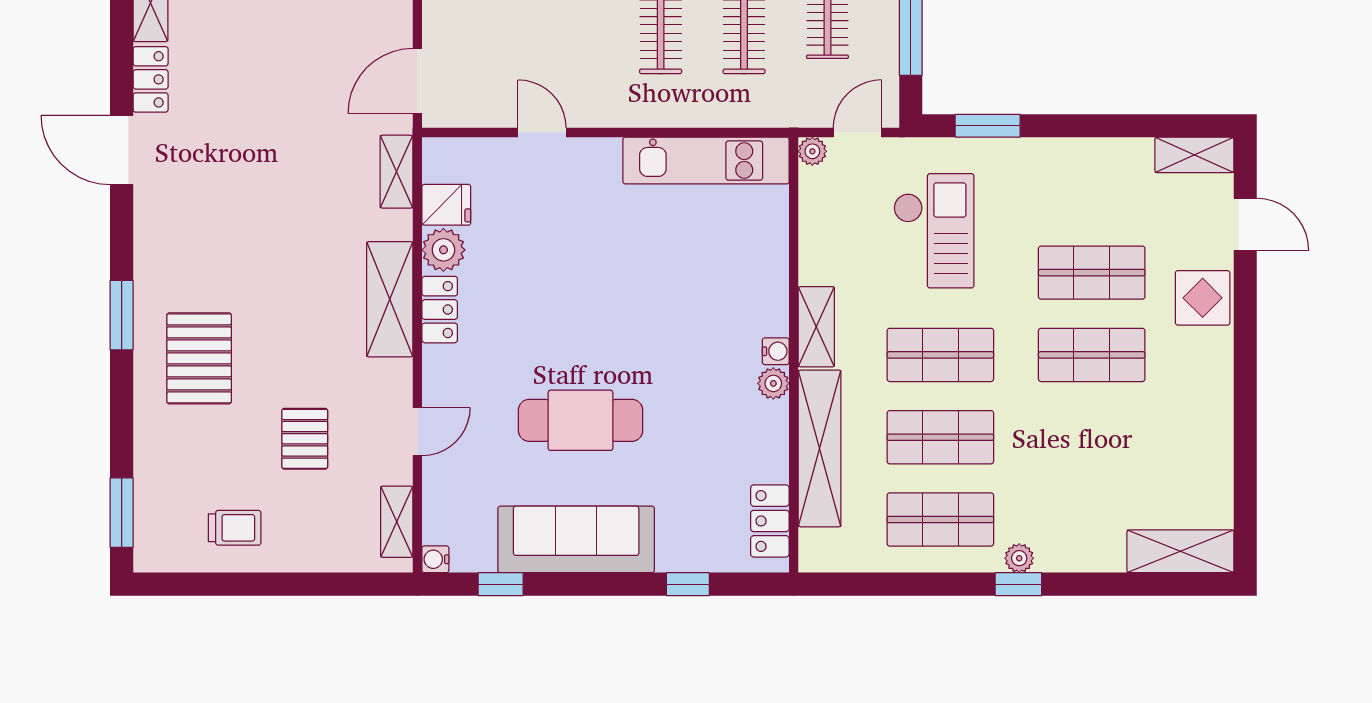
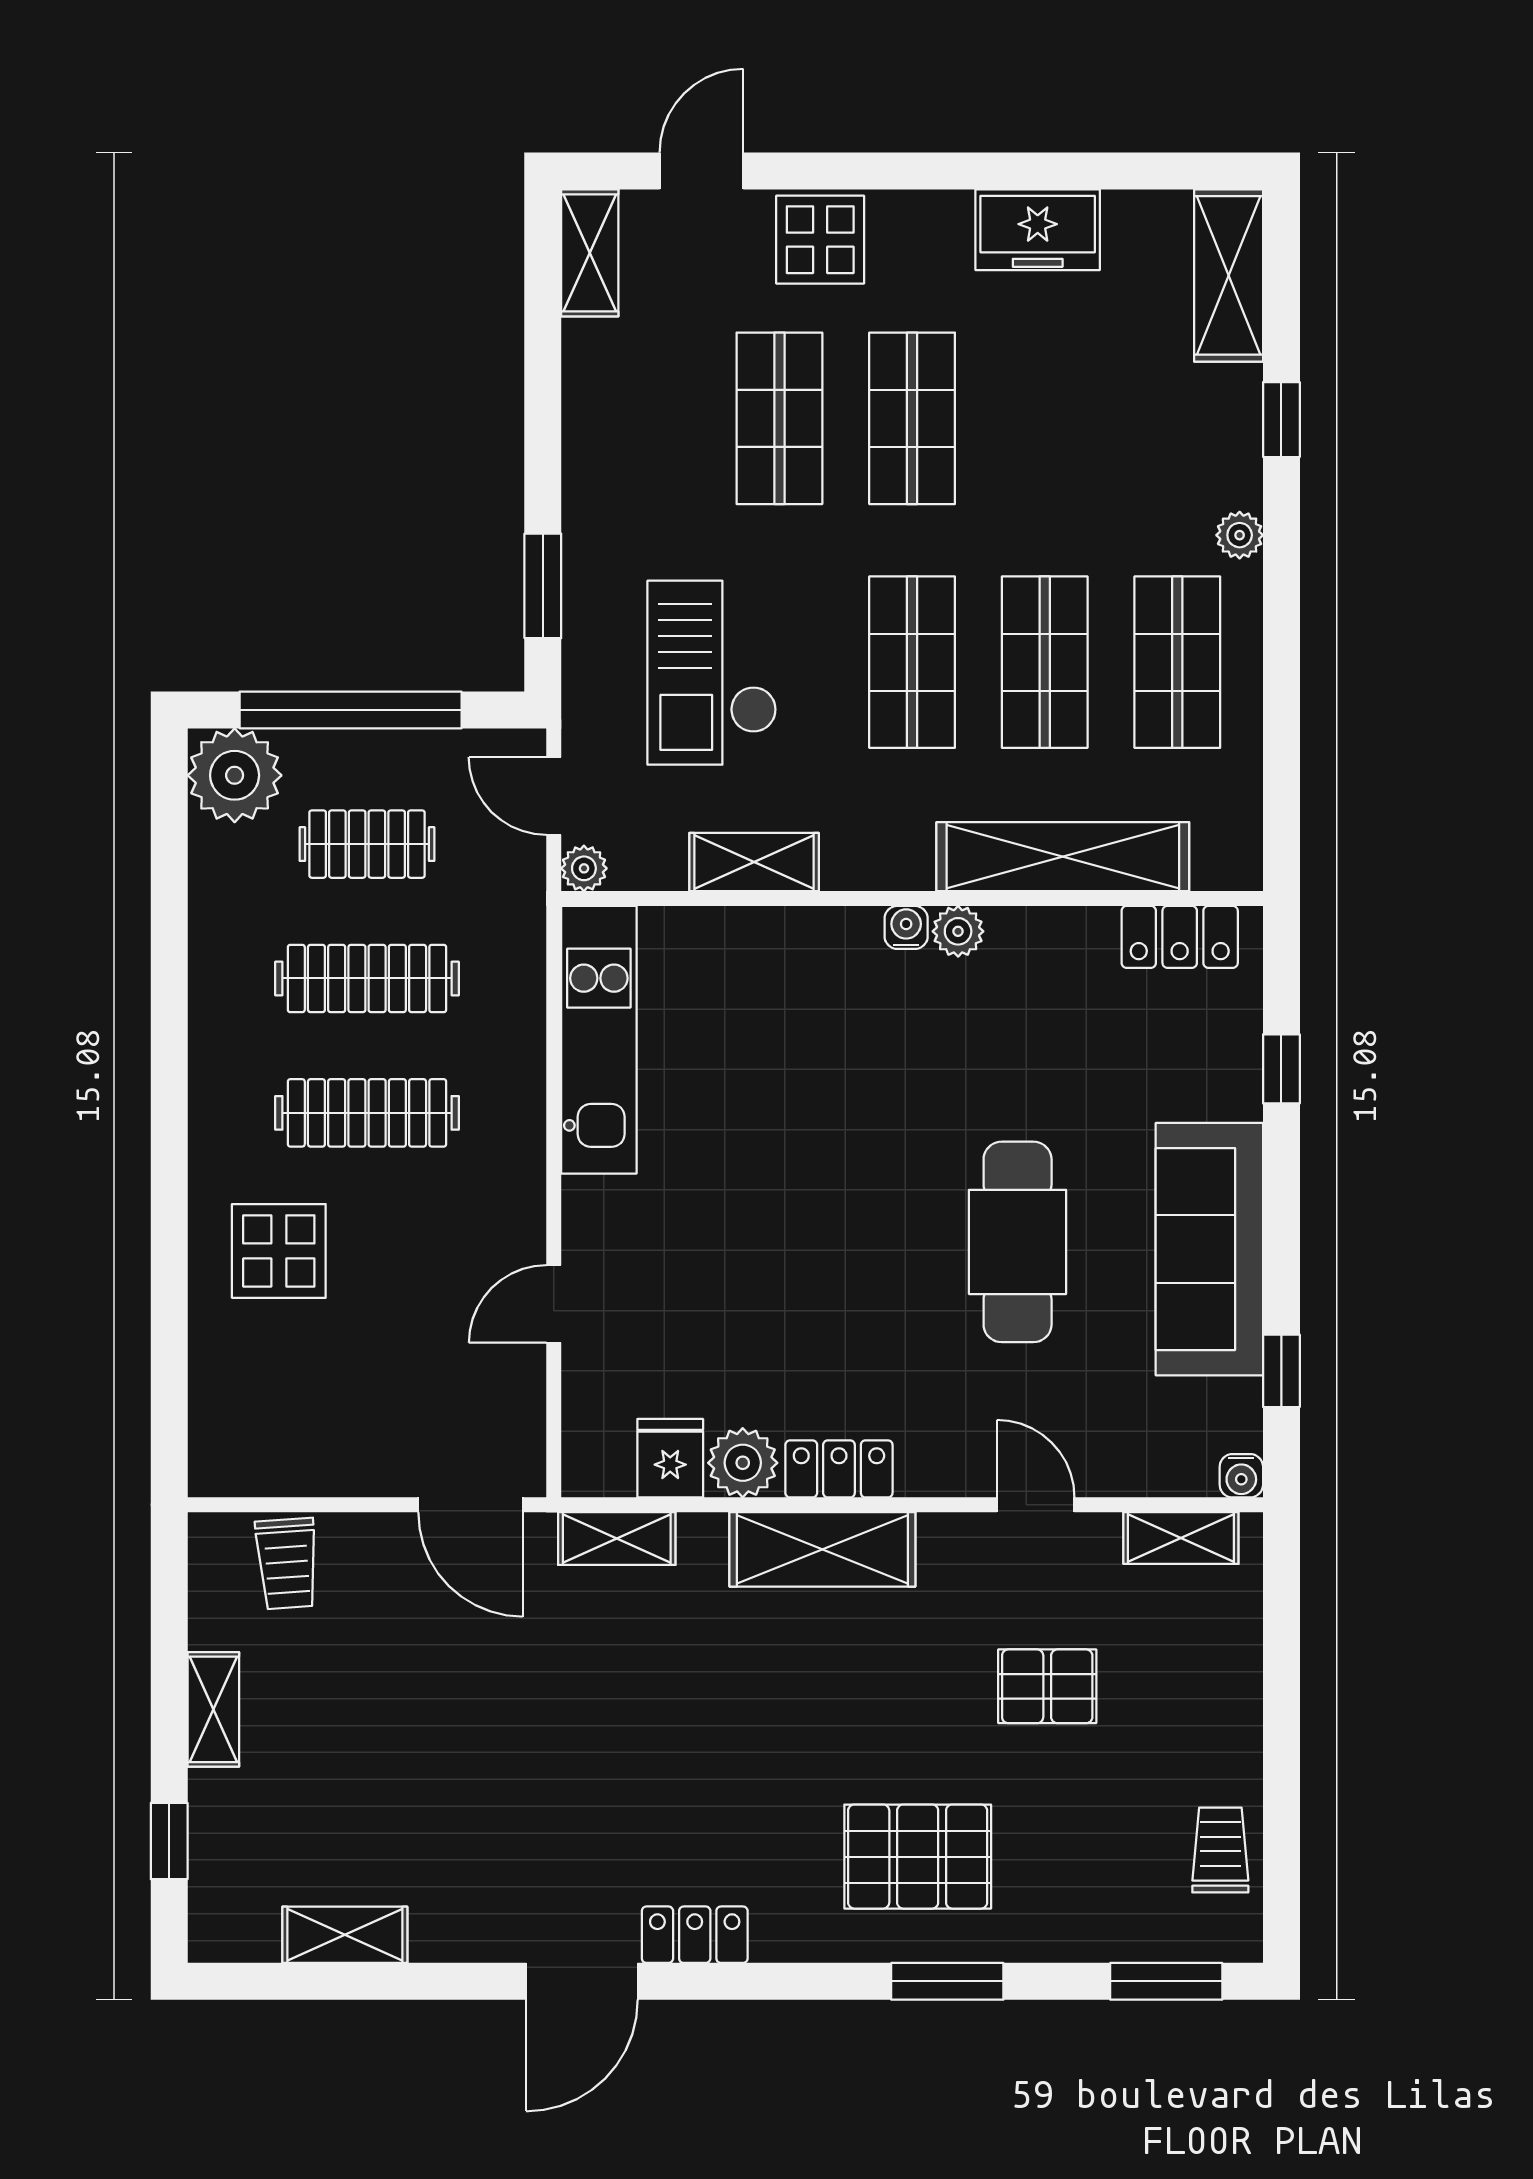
locker: (151, 79) -> (695, 1935), moved
checkout: (934, 231) -> (712, 673), turned -90
window: (122, 315) -> (947, 1981), moved
shelving: (816, 327) -> (754, 862), moved
freezer: (1209, 433) -> (1038, 230), added
trolley: (235, 528) -> (1220, 1850), moved
window: (1018, 584) -> (1281, 420), moved

